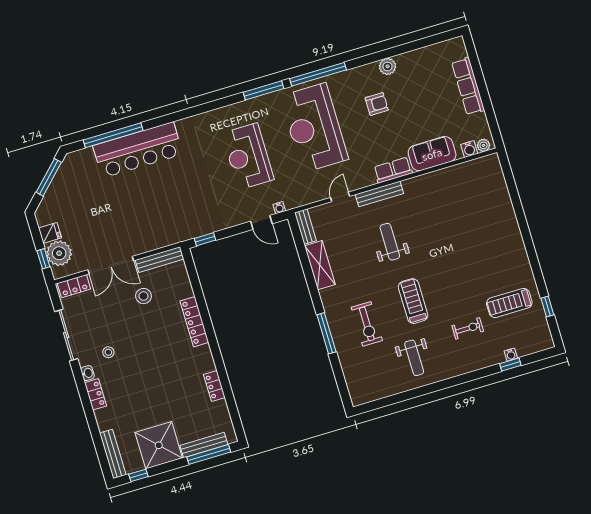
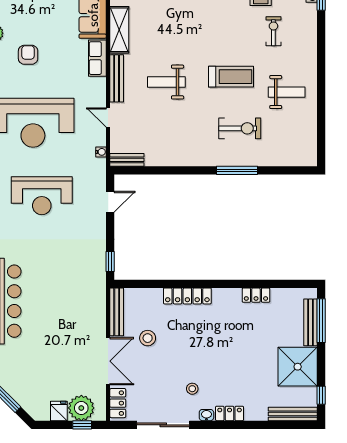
water cooler: (279, 208) -> (101, 152), moved
shelving: (320, 265) -> (119, 30), moved, turned 90
treadmill: (413, 301) -> (231, 77), turned 180

